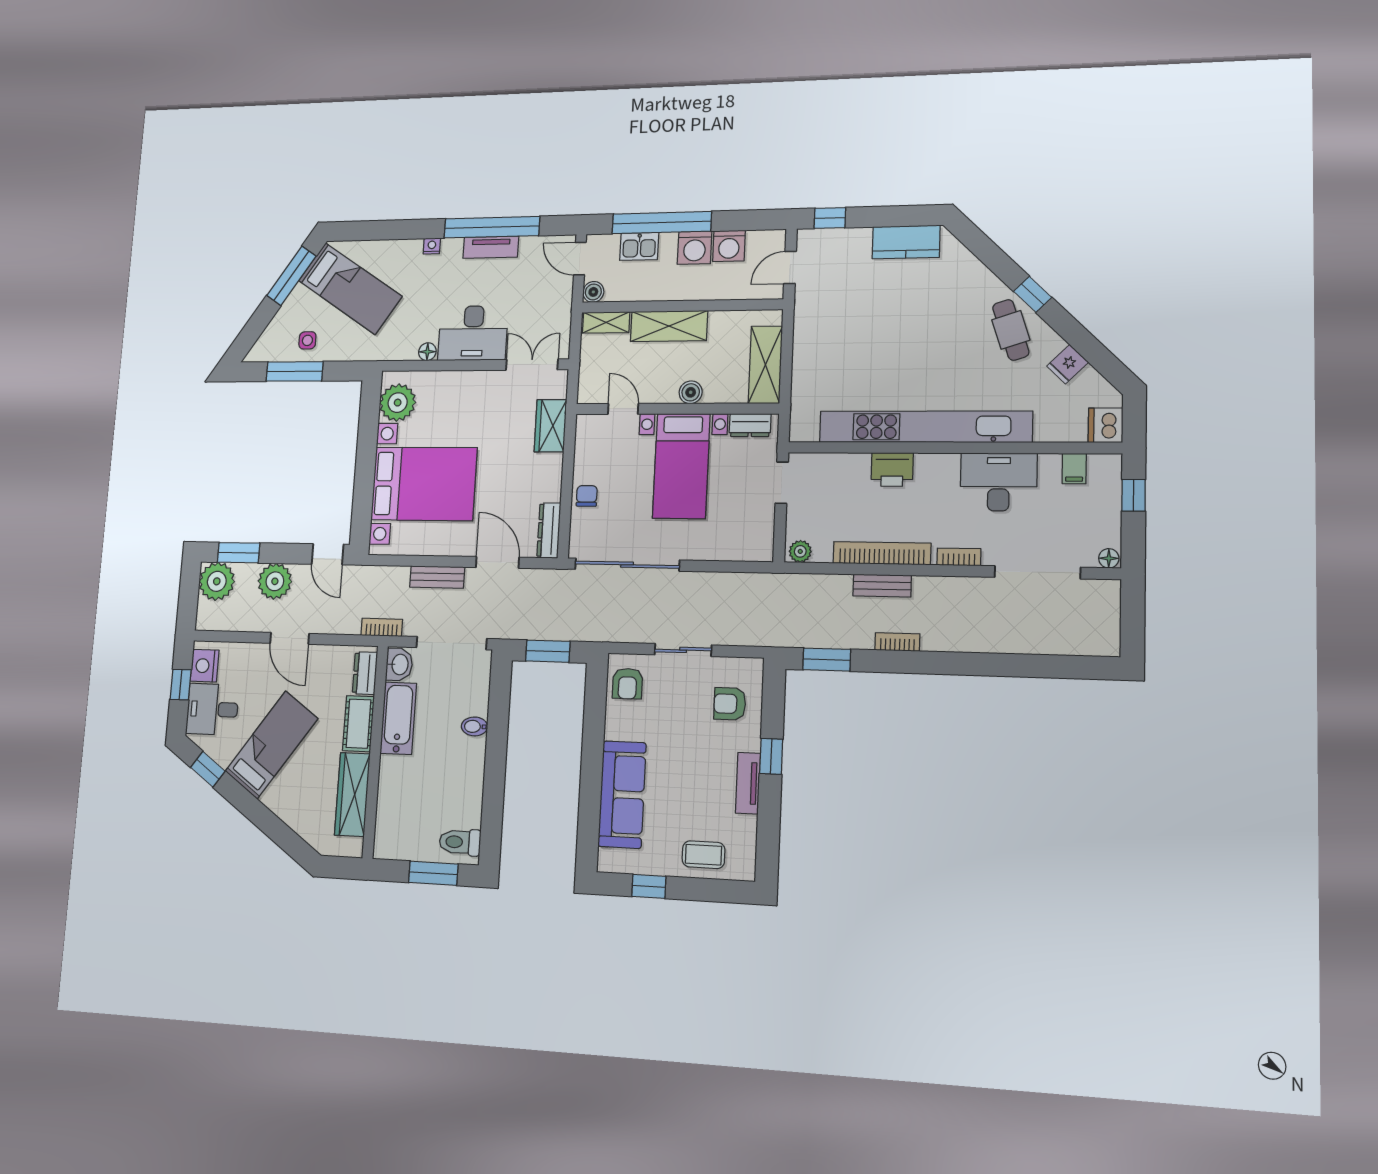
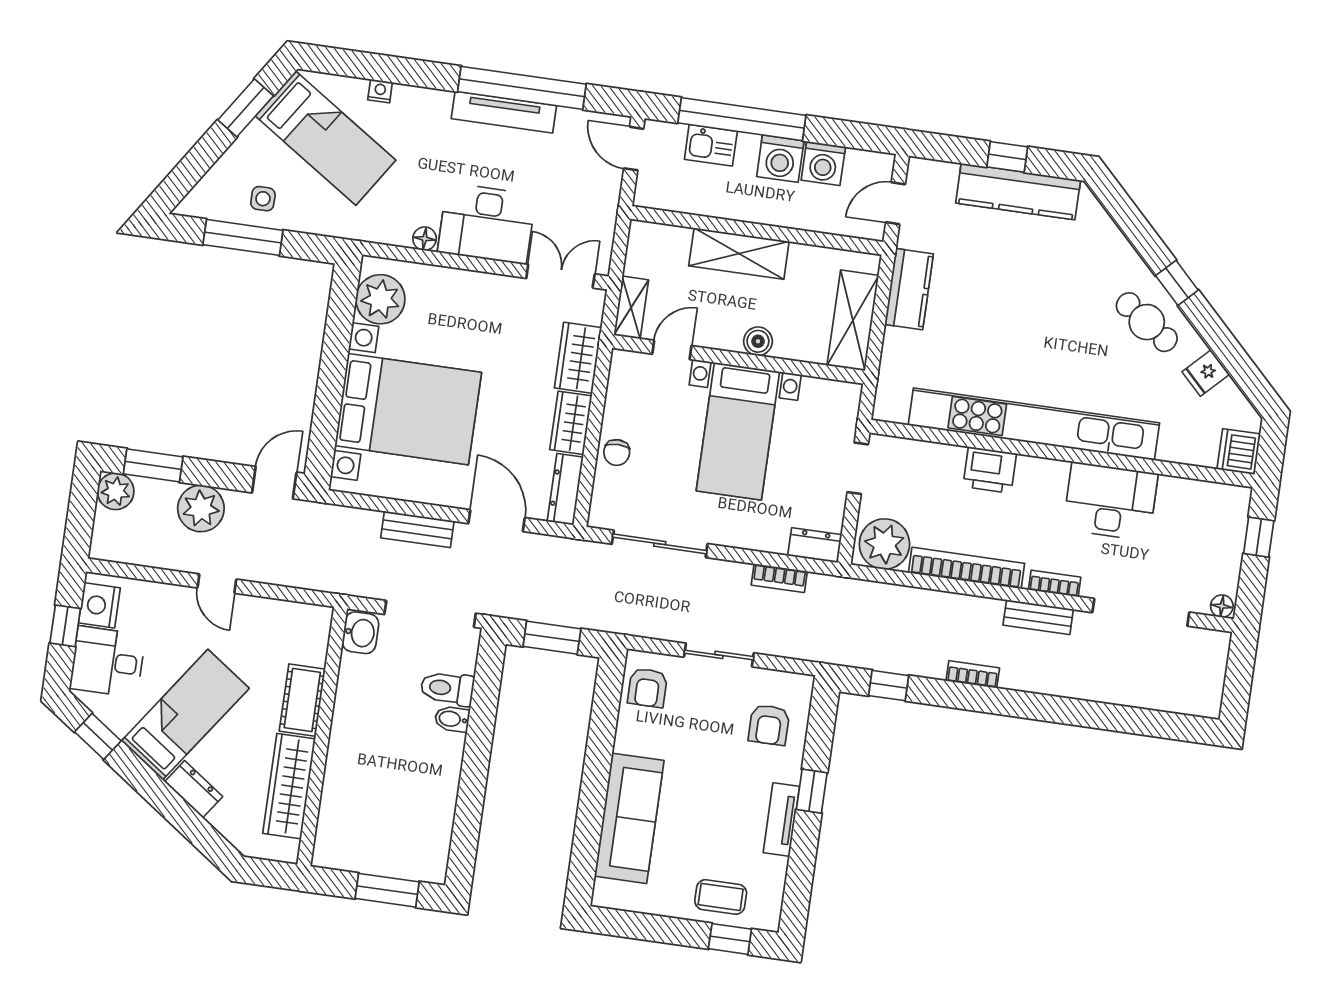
window: (830, 218) -> (1007, 157), moved
kitchen counter: (906, 242) -> (1018, 192), width x1.50
nightstand: (432, 246) -> (380, 91), moved
tv unit: (491, 247) -> (504, 112), width x1.41
window: (291, 276) -> (246, 108), width x0.69
boiler: (593, 292) -> (647, 195), removed
shelving: (606, 322) -> (631, 307), moved, turned 90
cafe table: (1011, 330) -> (1147, 322), turned -37
kitchen counter: (808, 333) -> (909, 289), added
door: (623, 409) -> (672, 350), hinge flipped
dresser: (750, 425) -> (815, 545), moved, turned 180
filing cabinet: (1074, 469) -> (1197, 497), removed
wardrobe: (549, 477) -> (571, 423), added
chair: (587, 496) -> (617, 453), turned 180
plant: (800, 551) -> (884, 544), width x1.88, depth x1.88
door: (328, 554) -> (274, 483), swing flipped
sliding door: (627, 565) -> (660, 544), width x0.73
plant: (217, 581) -> (116, 491), width x0.73, depth x0.73
bench: (882, 586) -> (1038, 617), moved
bookcase: (382, 627) -> (779, 578), moved, turned 180
door: (290, 638) -> (217, 584), width x0.73
window: (827, 660) -> (889, 686), width x0.67
dresser: (365, 673) -> (194, 789), moved, turned 125
armchair: (730, 704) -> (769, 725), turned -90
bathtub: (398, 718) -> (355, 699), removed
toilet: (460, 842) -> (447, 688), moved
window: (649, 886) -> (730, 939), moved

